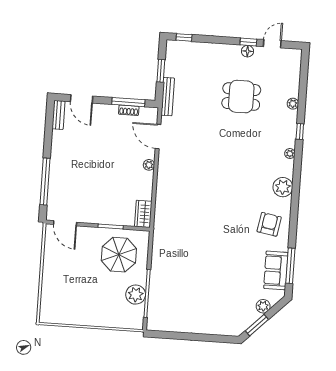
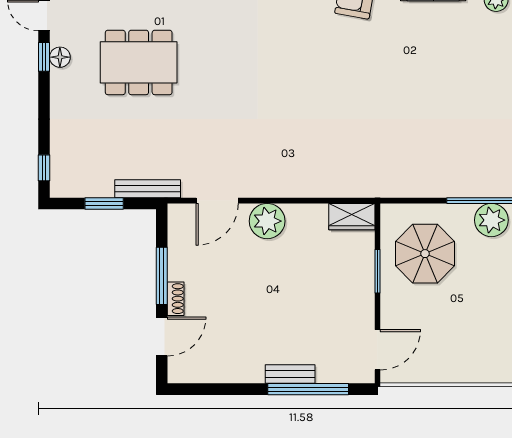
dining table: (241, 97) -> (139, 62), width x1.38
window: (128, 102) -> (162, 276), moved
shoe rack: (129, 110) -> (176, 299), moved
bench: (59, 115) -> (290, 374), moved
plant: (149, 165) -> (267, 221), width x1.88, depth x1.88

